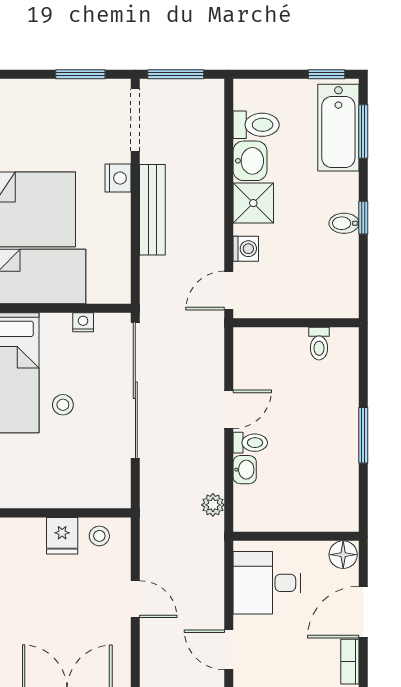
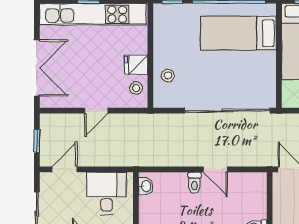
nightstand: (83, 322) -> (270, 78), removed
stool: (63, 405) -> (168, 75), moved
washbasin: (245, 470) -> (146, 186), moved, turned -90
plant: (213, 505) -> (156, 159), removed

